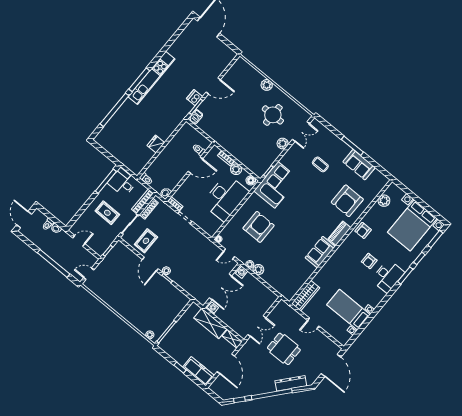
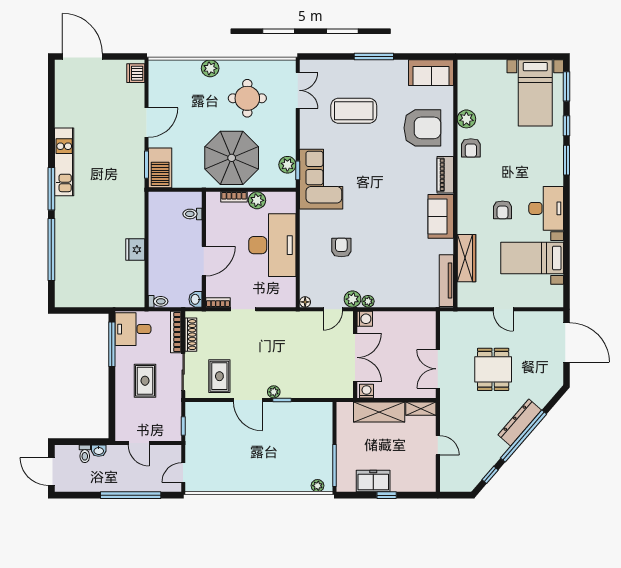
kitchen unit: (151, 78) -> (64, 162), width x0.73
dishwasher: (195, 98) -> (136, 73), moved
barbecue: (196, 117) -> (160, 168), width x1.88, depth x1.53
parasol: (241, 138) -> (232, 158), added
plant: (283, 143) -> (287, 165), moved
coffee table: (320, 164) -> (354, 111), width x1.86, depth x1.72
door: (195, 165) -> (204, 261), moved
sofa: (359, 165) -> (431, 73), moved
floor lamp: (251, 180) -> (286, 199), removed
armchair: (347, 201) -> (422, 128), turned -90
plant: (384, 201) -> (466, 119), moved
rug: (107, 213) -> (145, 381), turned 90
bed with nightstands: (412, 225) -> (535, 93), width x0.73
armchair: (259, 227) -> (341, 247), width x0.53, depth x0.53
door: (79, 241) -> (139, 443), swing flipped
armchair: (369, 261) -> (503, 210), moved
plant: (258, 270) -> (352, 299), moved
desk: (388, 276) -> (546, 208), moved
tv unit: (297, 286) -> (446, 281), added
wardrobe: (306, 296) -> (466, 258), moved
door: (313, 323) -> (503, 309), hinge flipped
double door: (257, 326) -> (438, 369), swing flipped
dining table: (284, 349) -> (493, 369), turned 90
door: (226, 364) -> (438, 445), width x0.53
freezer: (199, 371) -> (373, 481), moved, width x0.71
dresser: (291, 383) -> (520, 422), moved

